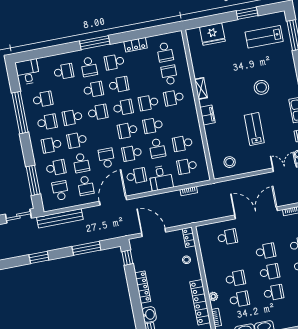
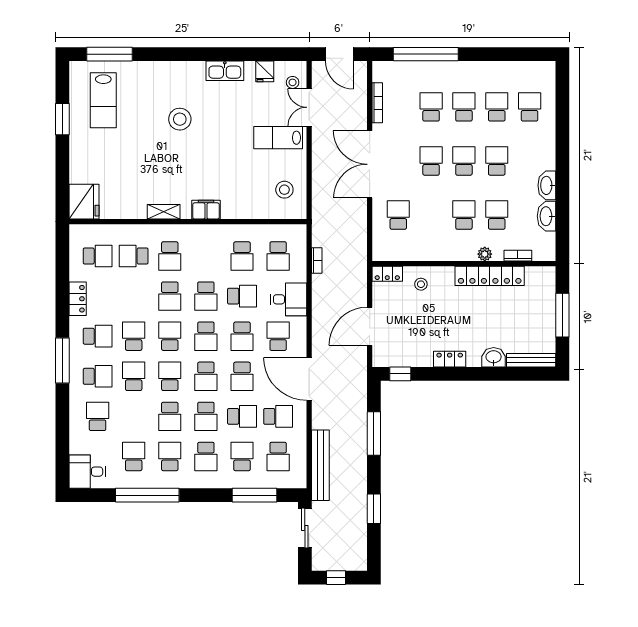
fridge: (212, 34) -> (84, 202), moved
school desk: (114, 62) -> (98, 336), turned -90
lab bench: (254, 129) -> (278, 138), moved
school desk: (102, 135) -> (206, 376), added
school desk: (107, 158) -> (242, 376), turned -90
school desk: (60, 191) -> (278, 456), turned -90
locker: (143, 287) -> (450, 359), width x0.66

